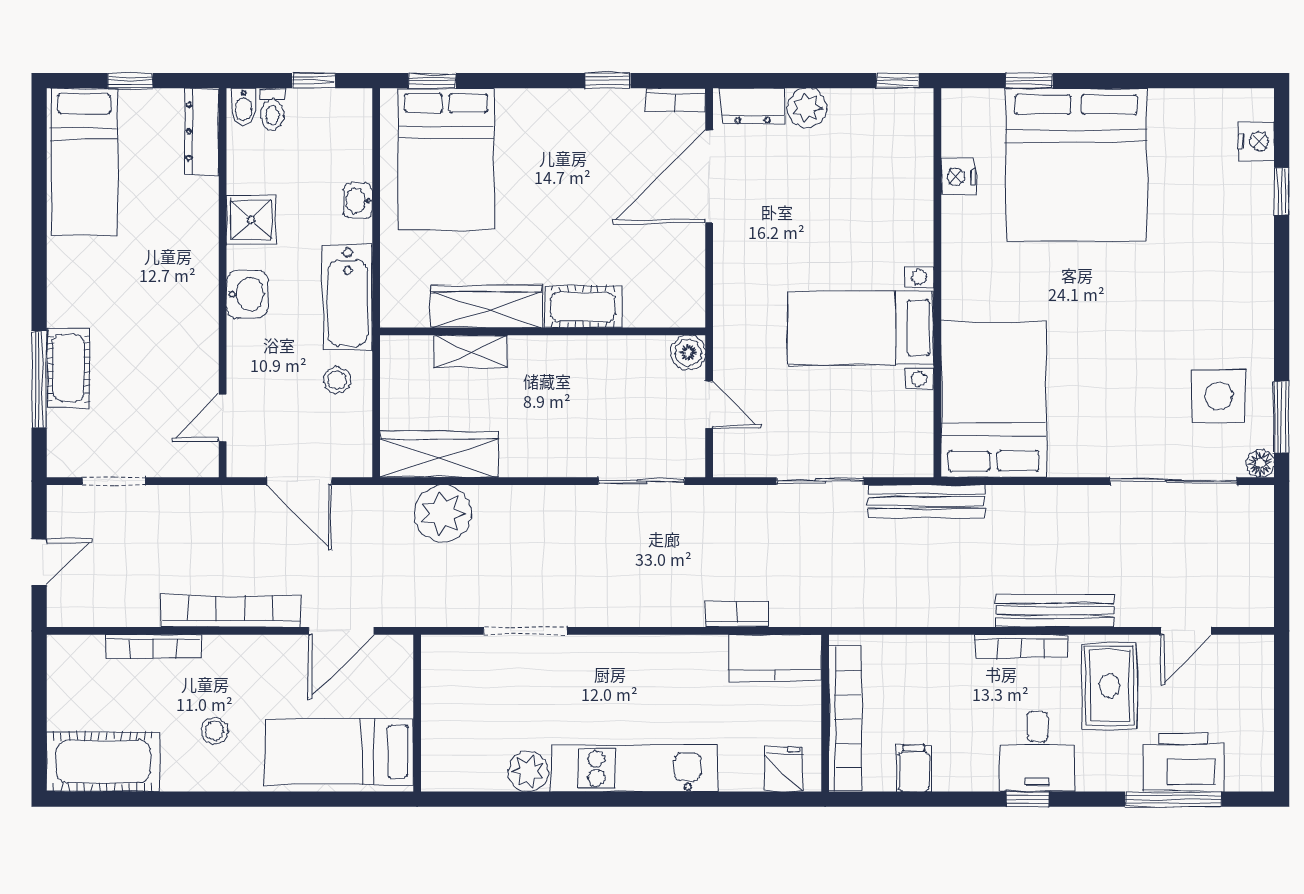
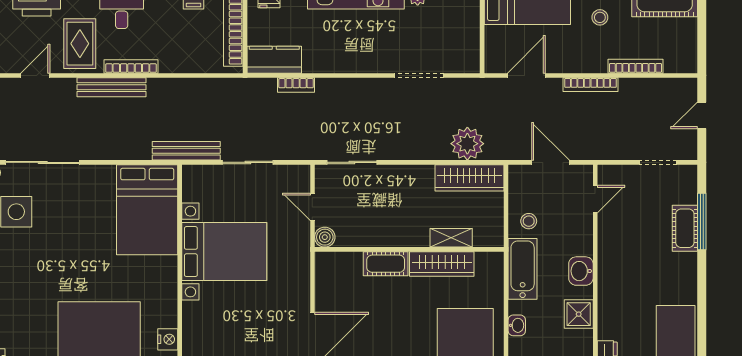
bed with nightstands: (861, 328) -> (224, 252), width x1.36
bookcase: (231, 611) -> (590, 85), width x0.68, depth x0.76

